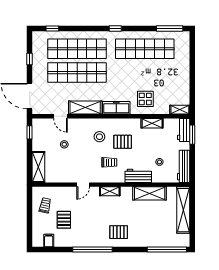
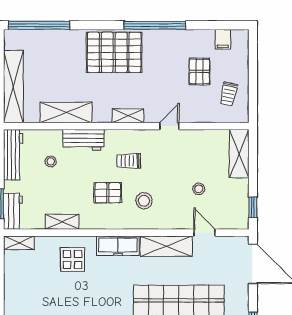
pallet: (119, 232) -> (114, 52), width x2.05, depth x2.00

